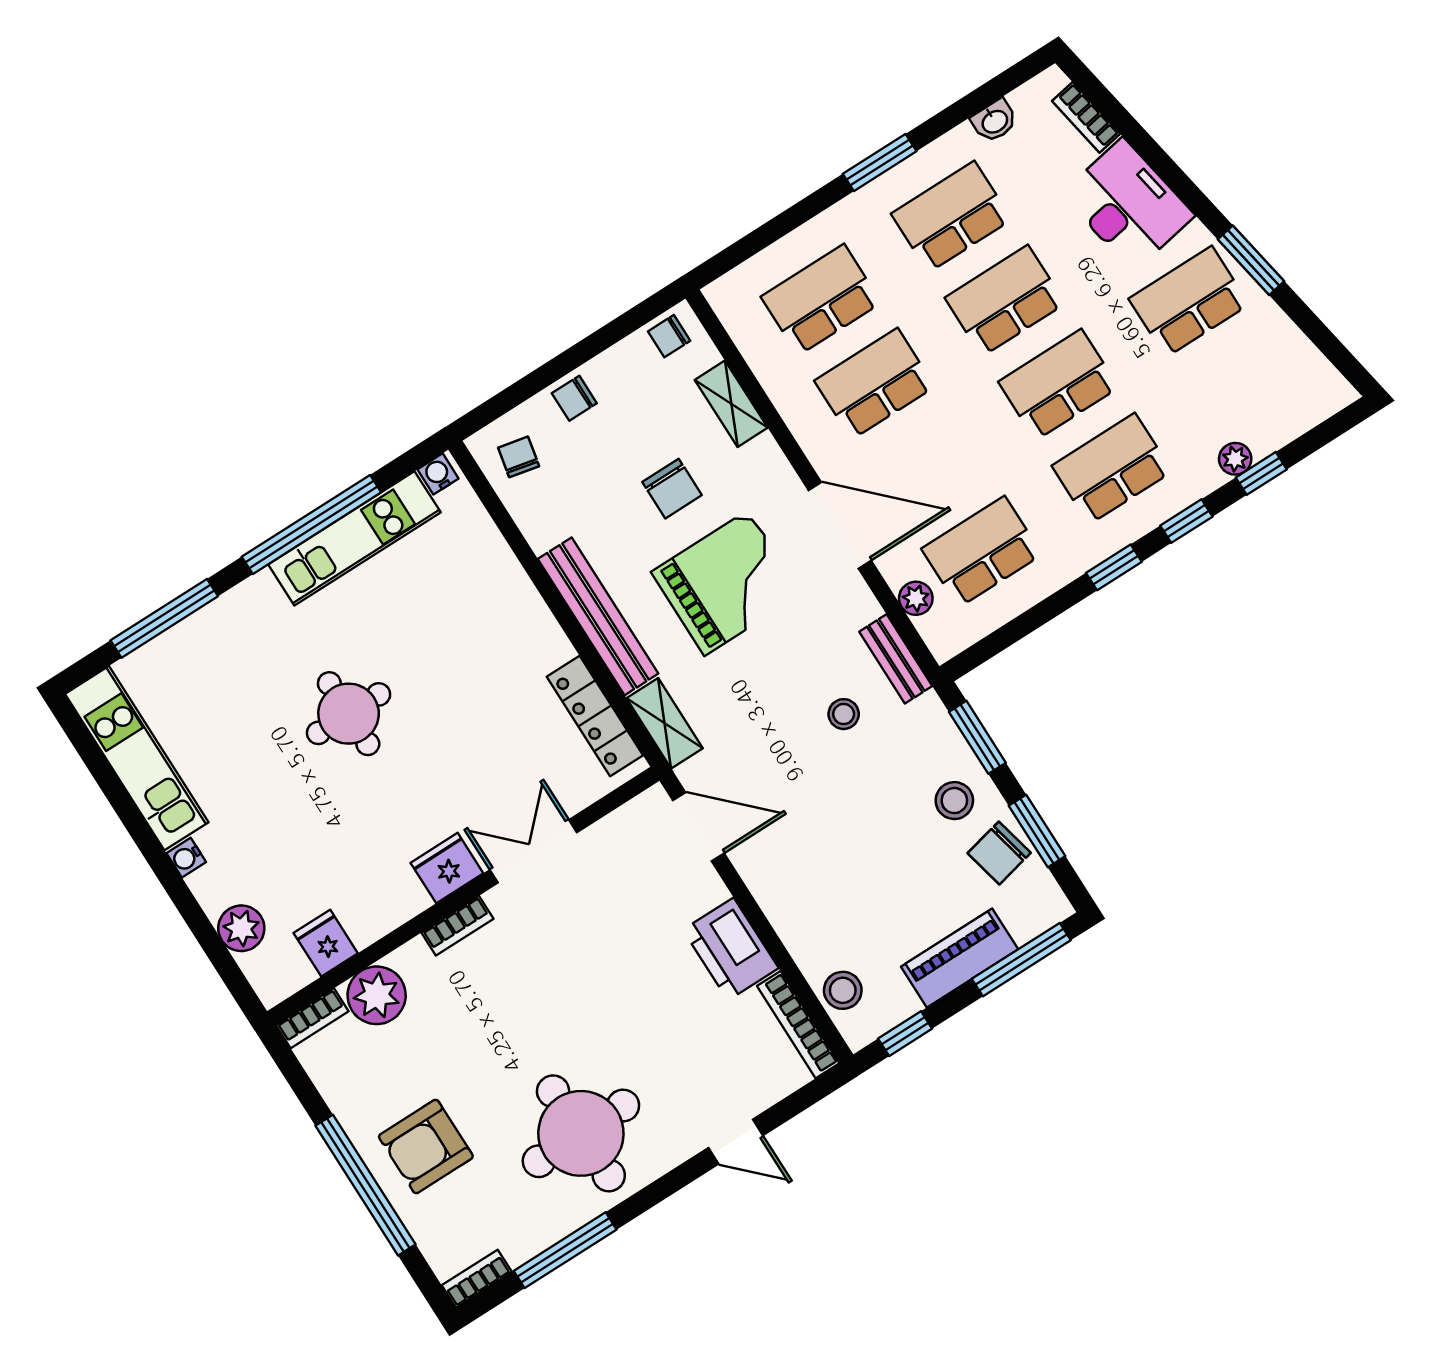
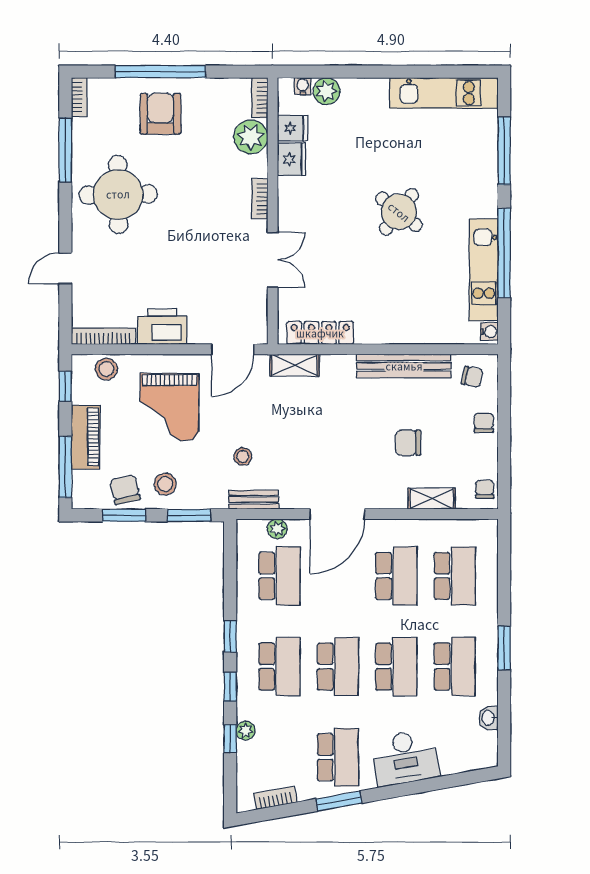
bookcase: (1086, 117) -> (275, 798), moved
grand piano: (726, 583) -> (170, 407), moved
bench: (598, 616) -> (404, 366), moved
round table: (349, 714) -> (399, 212), turned 38
water cooler: (186, 858) -> (303, 86), moved
fridge: (447, 868) -> (292, 159), moved

